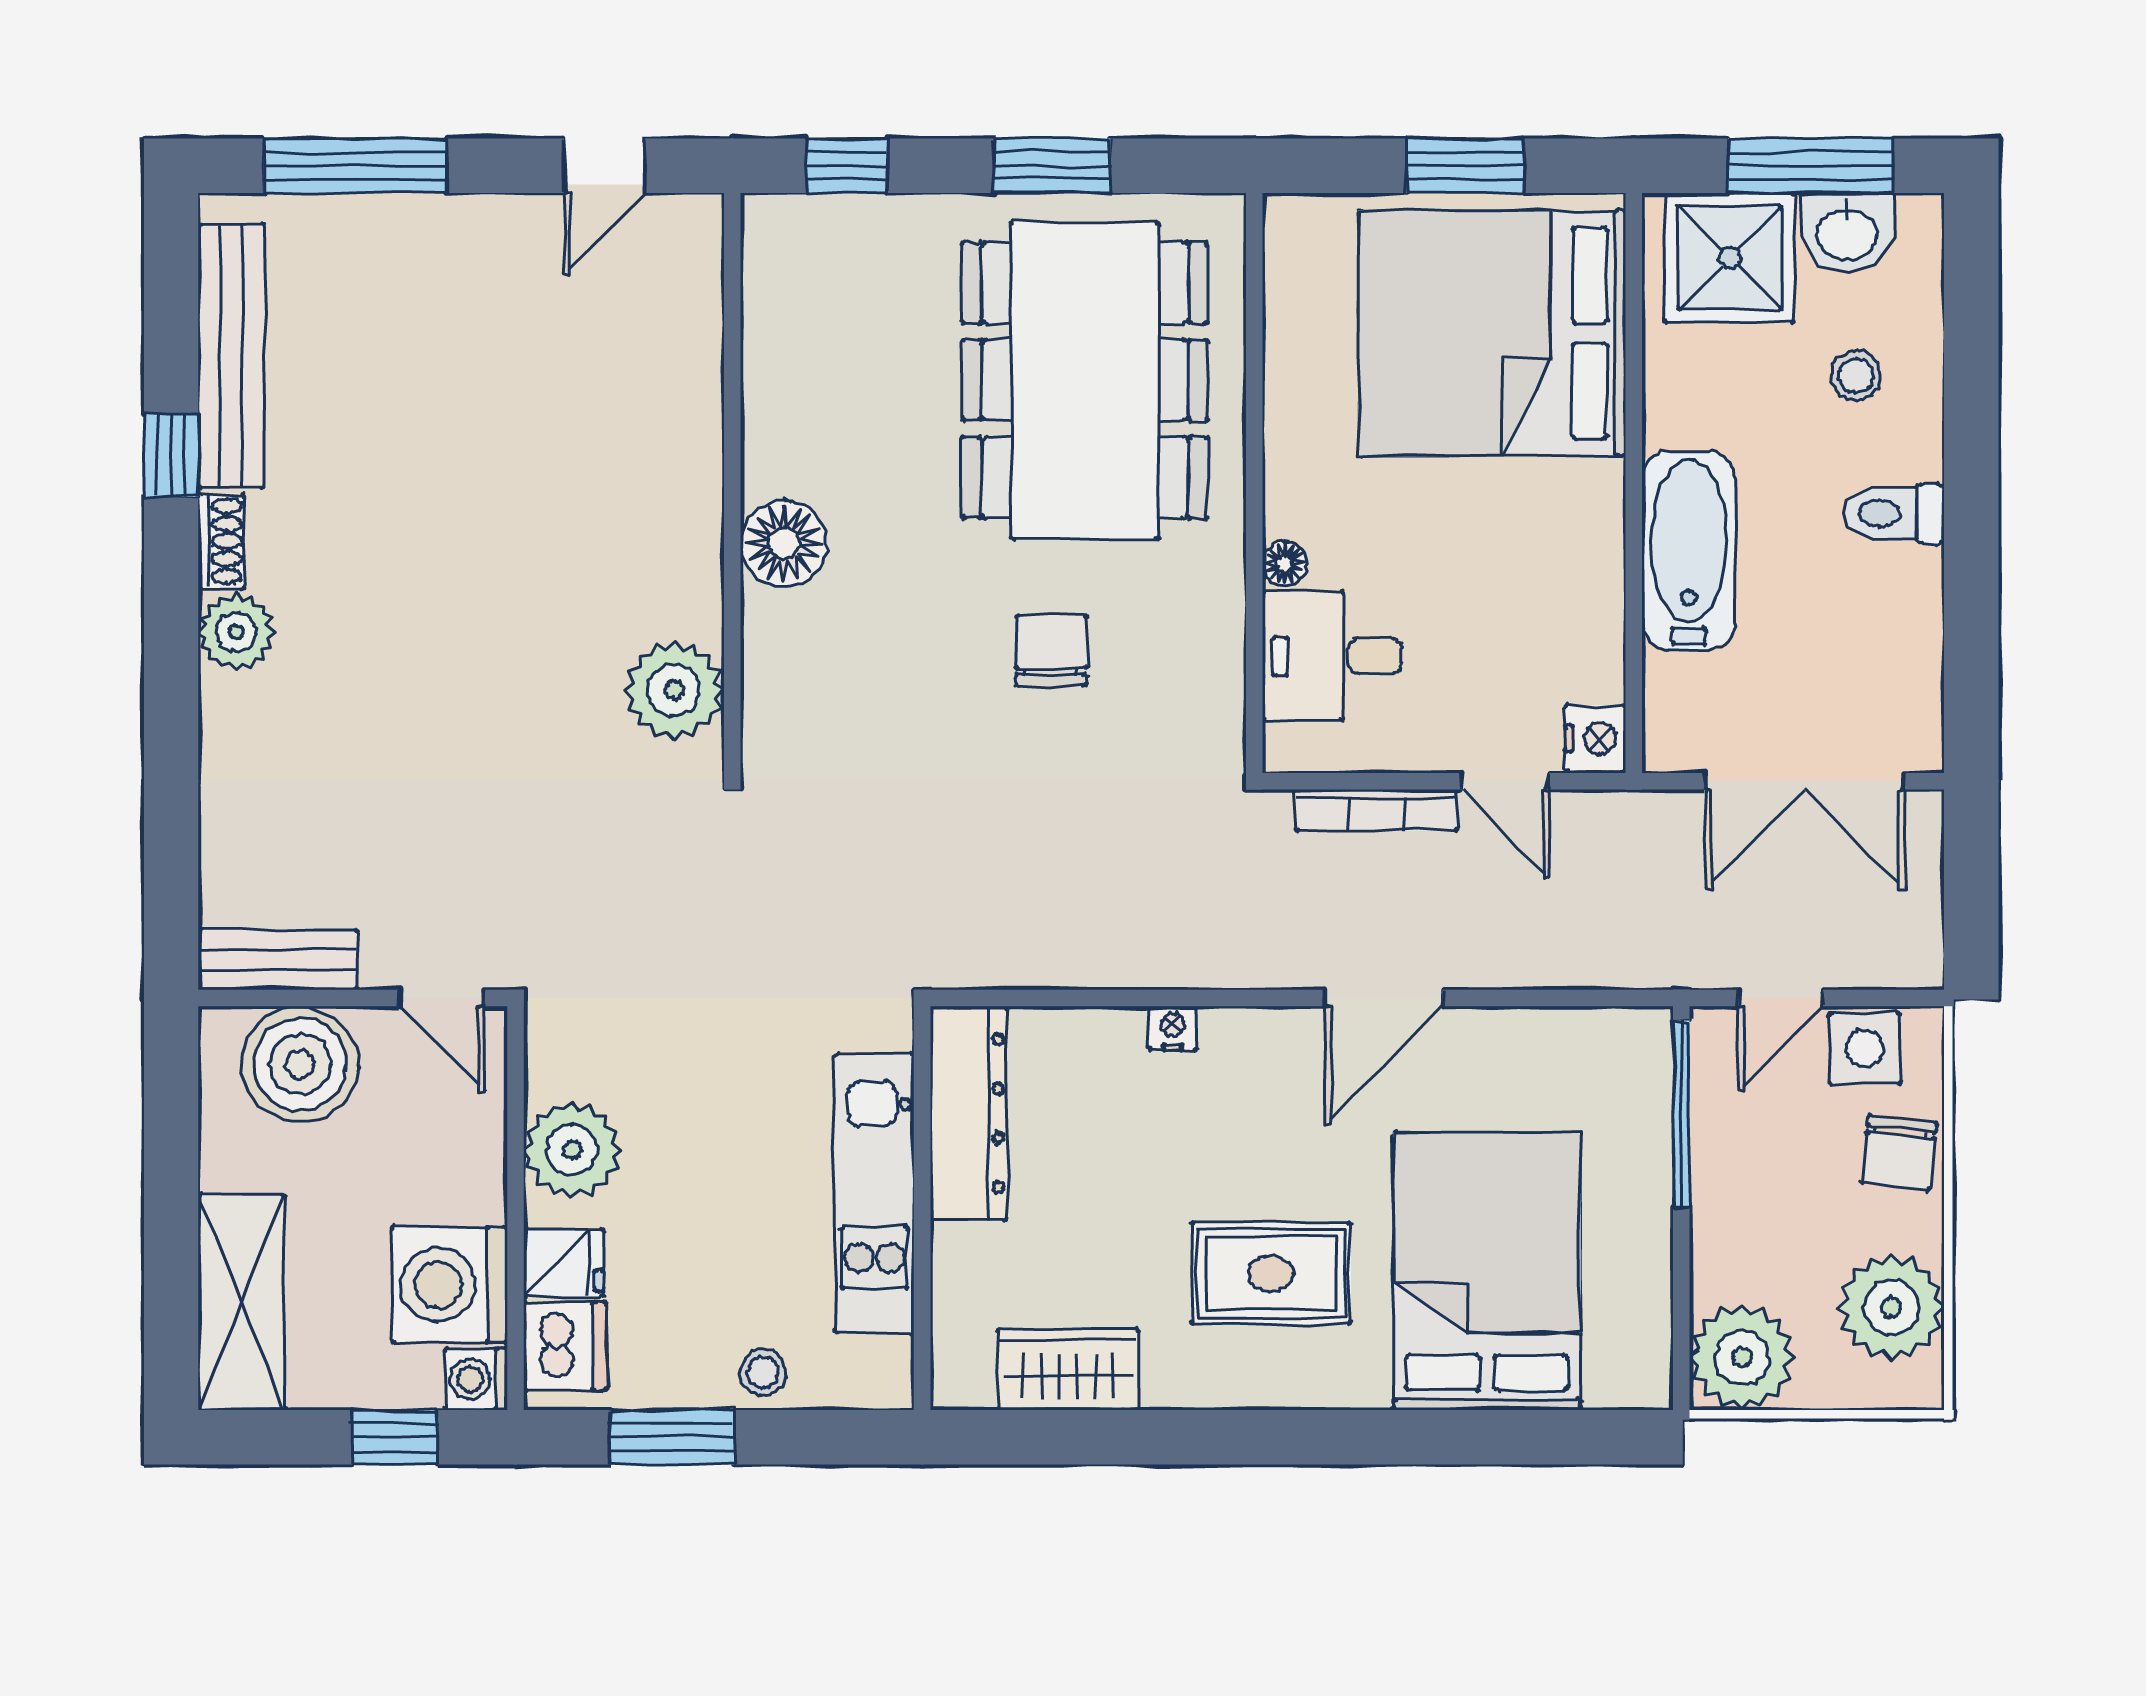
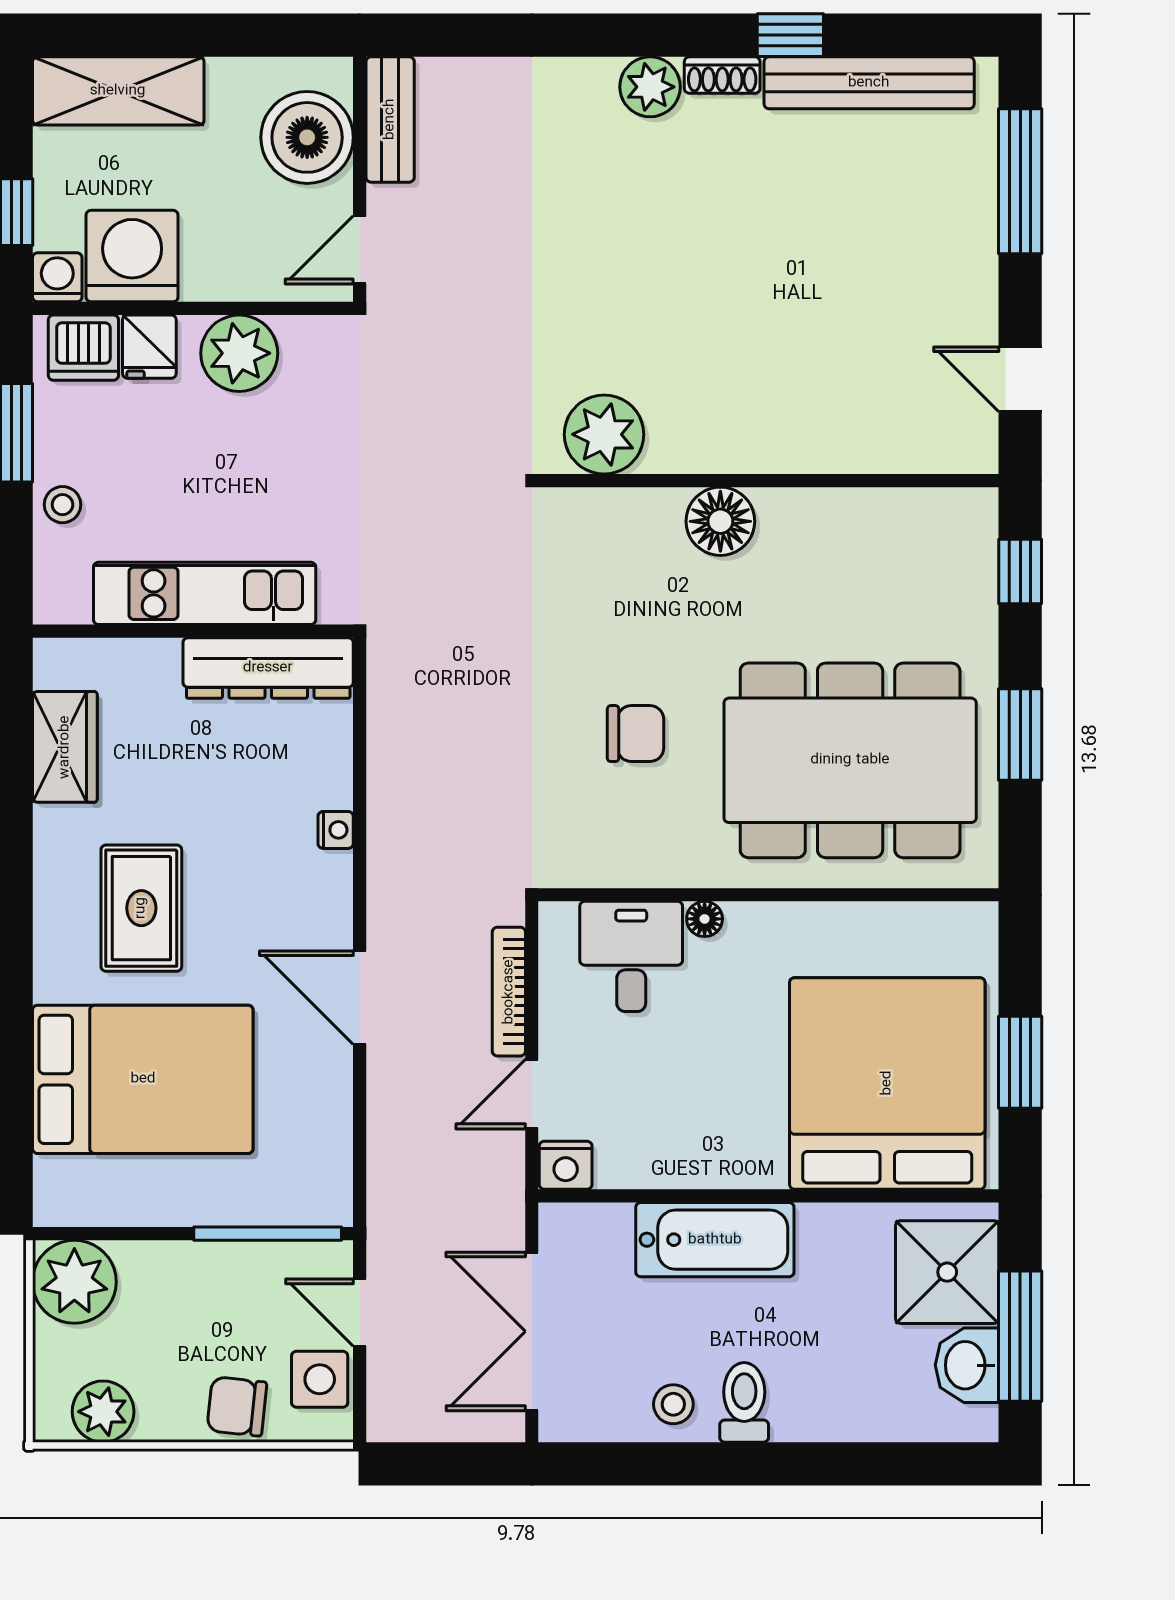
stool: (1856, 376) -> (673, 1404), moved
plant: (1891, 1307) -> (103, 1412), width x0.73, depth x0.73

